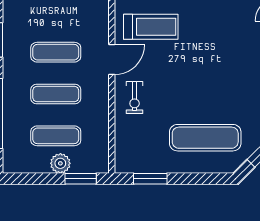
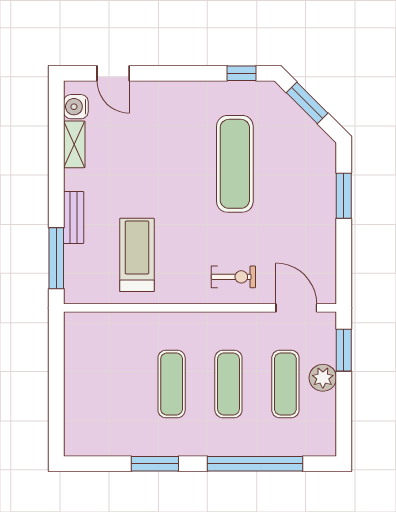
door: (112, 60) -> (296, 308), moved
exercise mat: (205, 138) -> (235, 164), moved
window: (150, 179) -> (344, 196), moved

